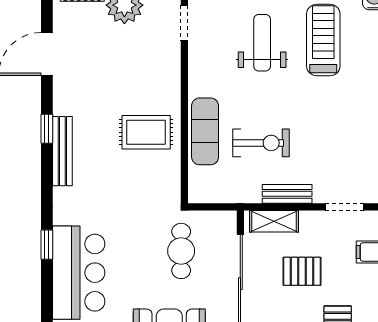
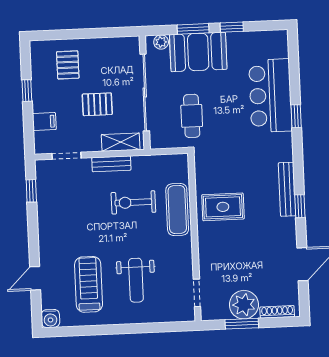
treadmill: (323, 40) -> (89, 284), turned 180

